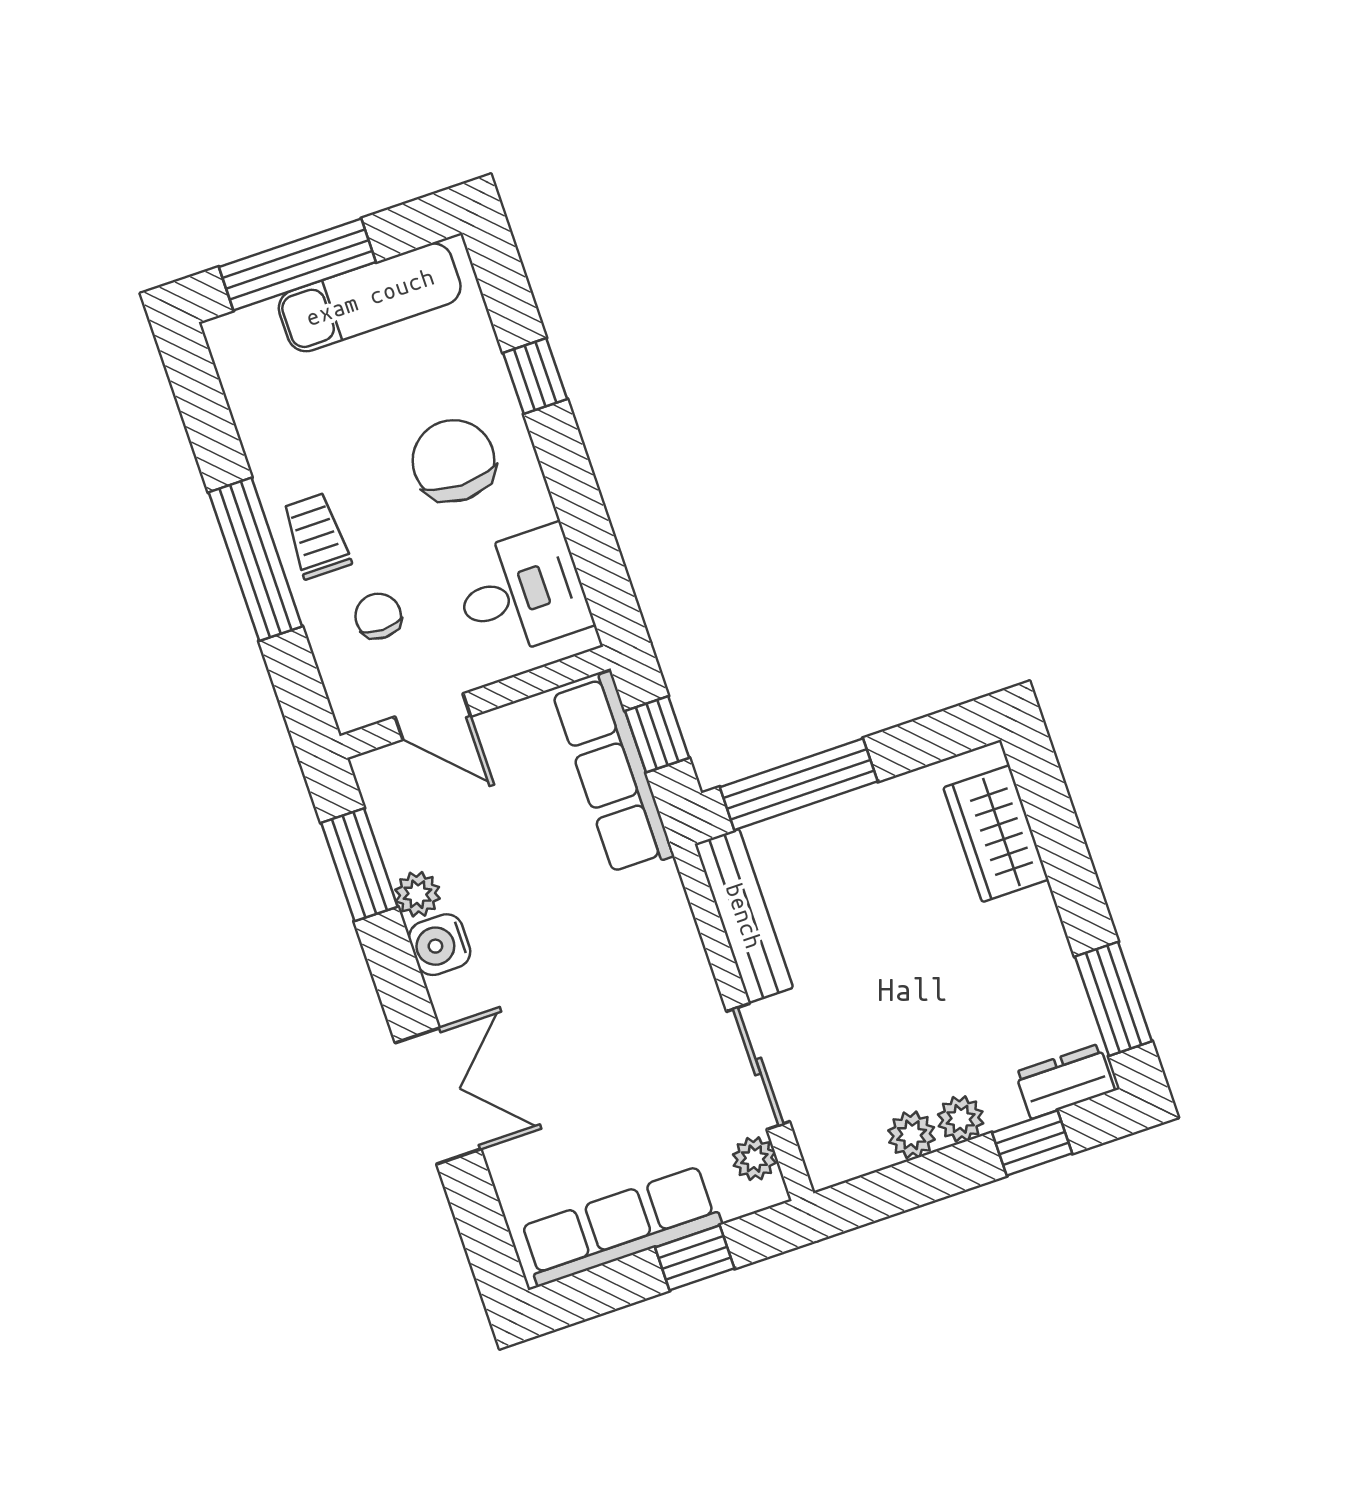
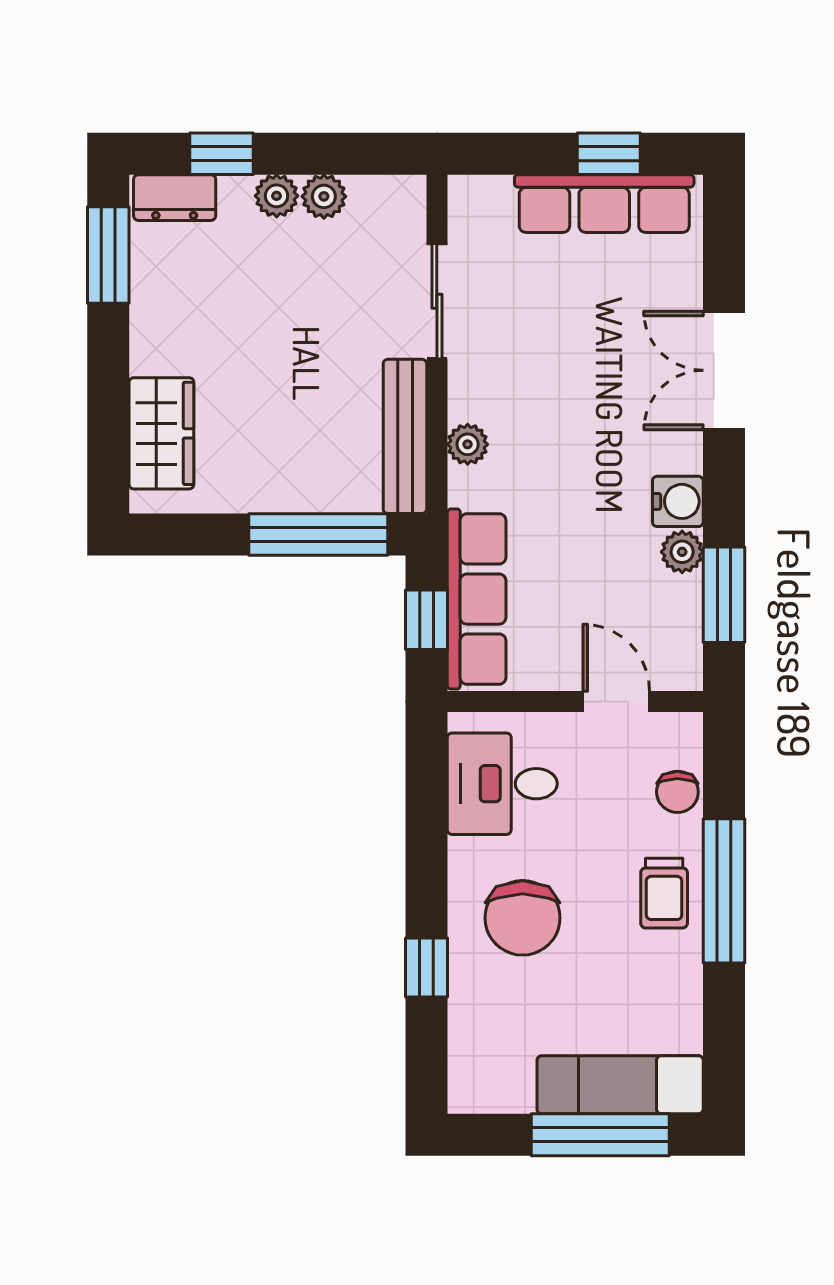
exam couch: (370, 297) -> (620, 1085), moved
chair: (378, 616) -> (677, 792), moved
plant: (754, 1159) -> (468, 444), moved
window: (695, 1258) -> (609, 154), moved

